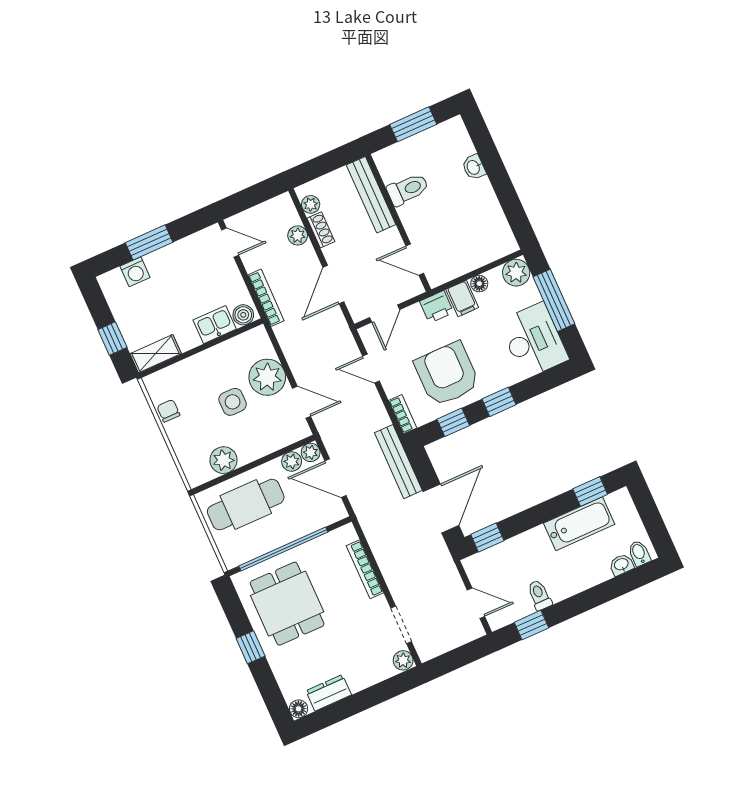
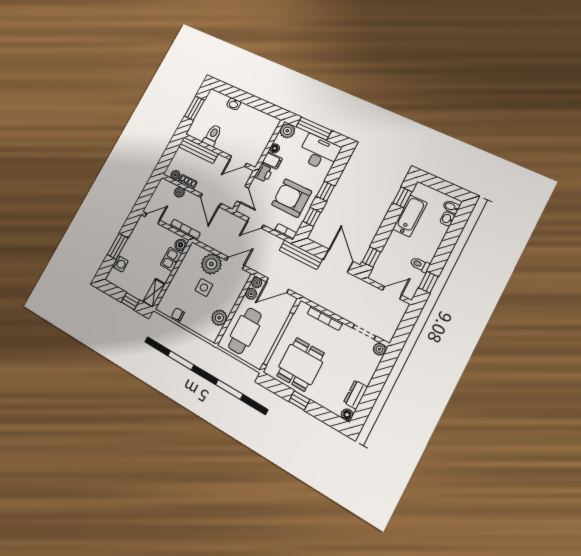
dining table: (287, 604) -> (301, 364), turned 90

